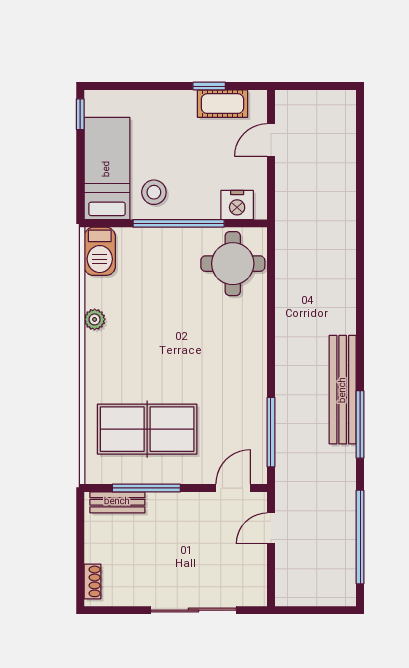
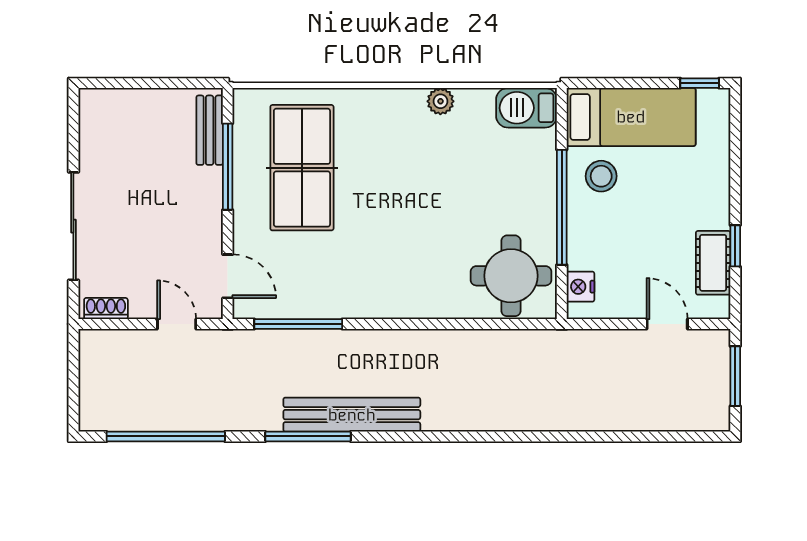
window: (312, 86) -> (735, 376), added
nightstand: (237, 205) -> (580, 287), width x0.74, depth x0.75
shoe rack: (92, 581) -> (106, 309), moved, turned 180

